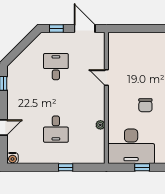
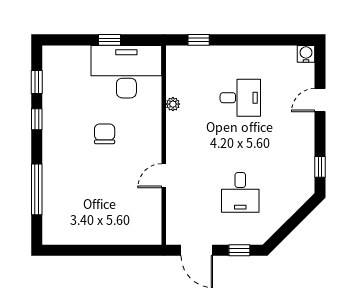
door: (106, 78) -> (164, 176), swing flipped
desk: (56, 129) -> (240, 98), turned 90
window: (66, 167) -> (199, 40), moved

